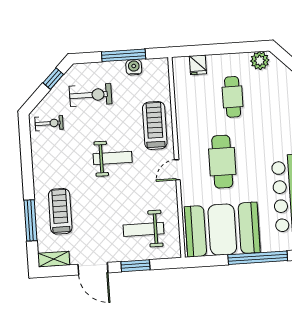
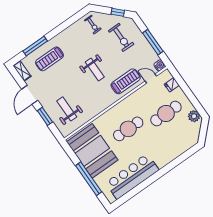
water cooler: (134, 67) -> (160, 65), moved
cafe table: (233, 97) -> (166, 114), width x1.37, depth x1.35
door: (177, 170) -> (151, 79), moved
treadmill: (60, 211) -> (49, 59), turned 180

